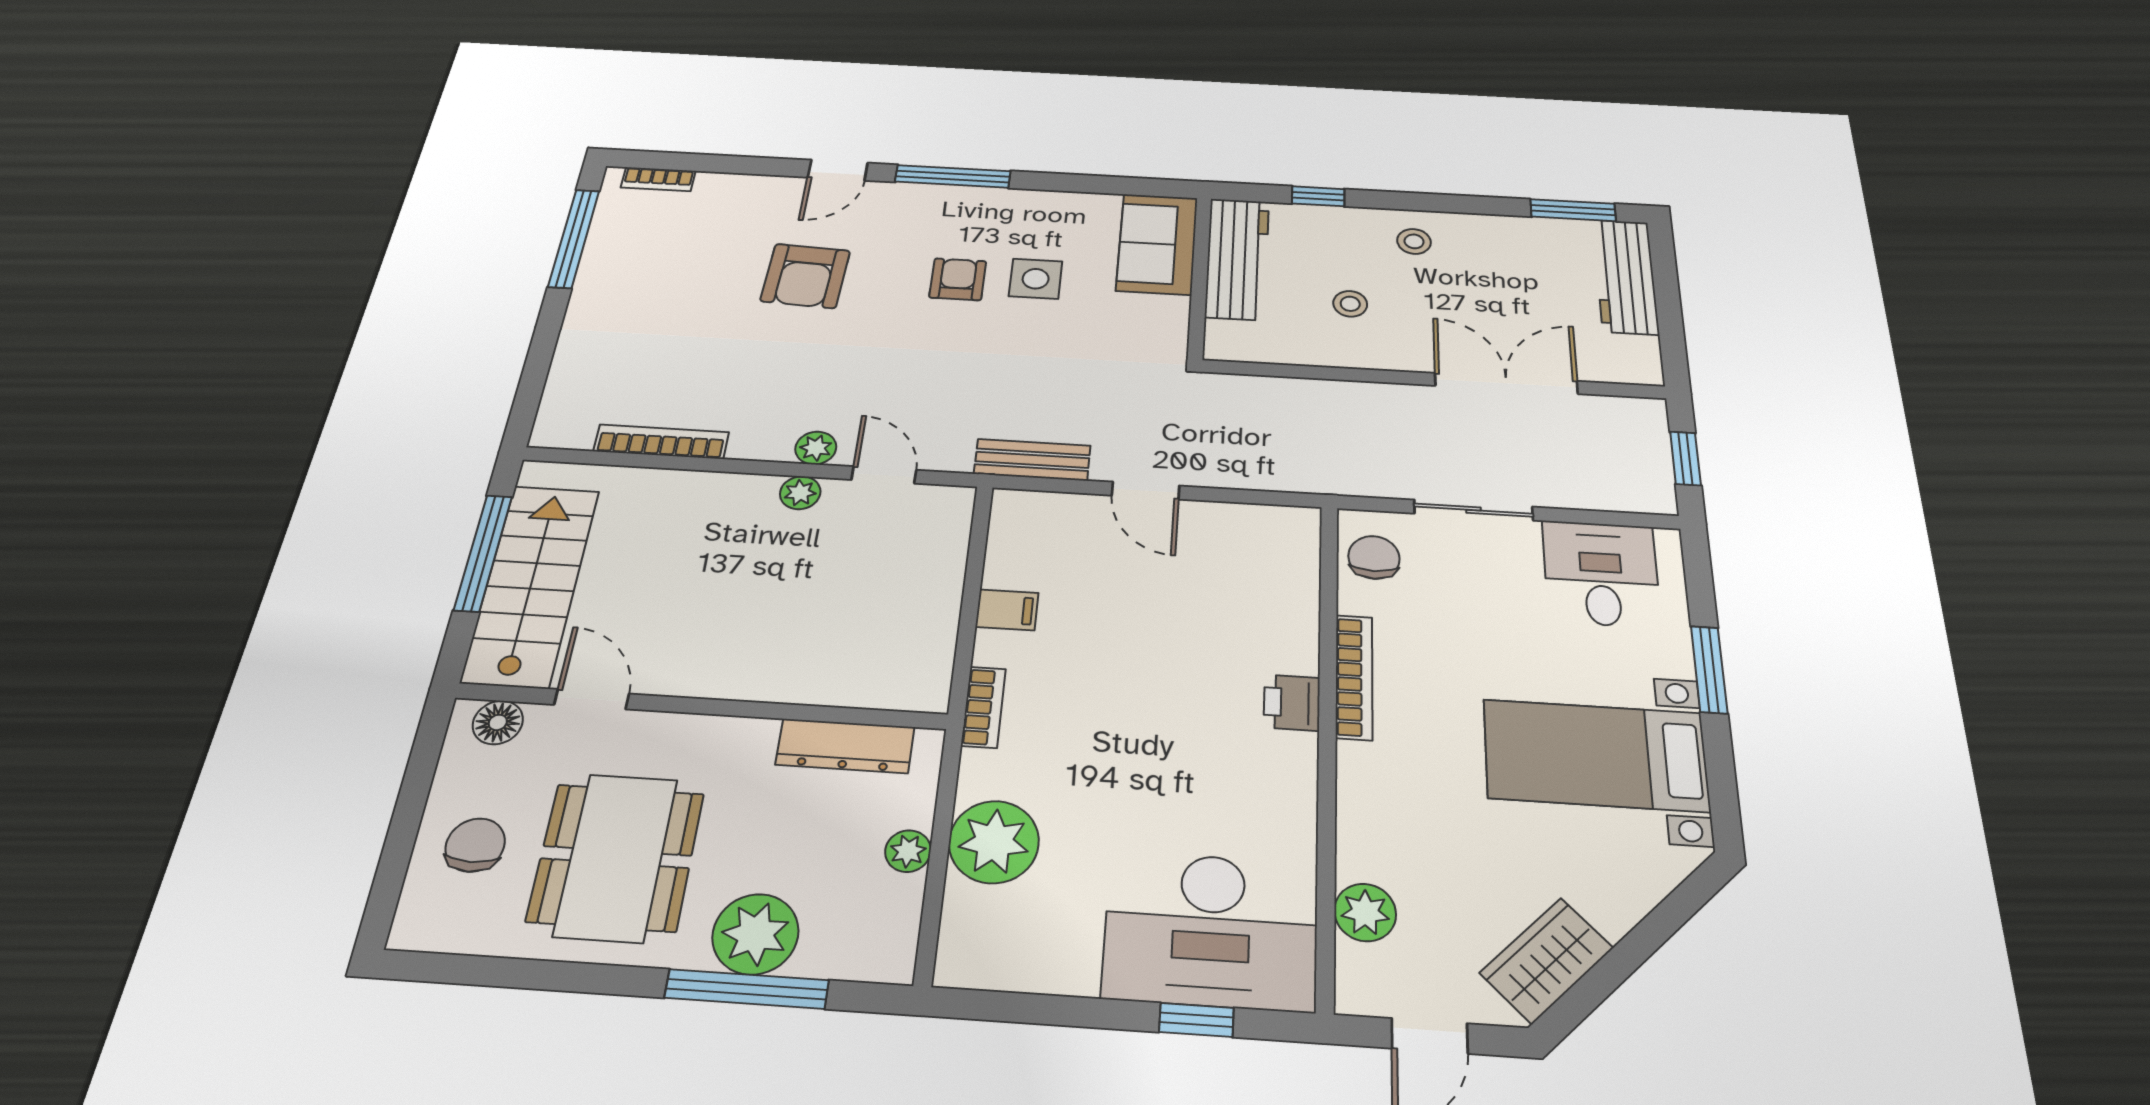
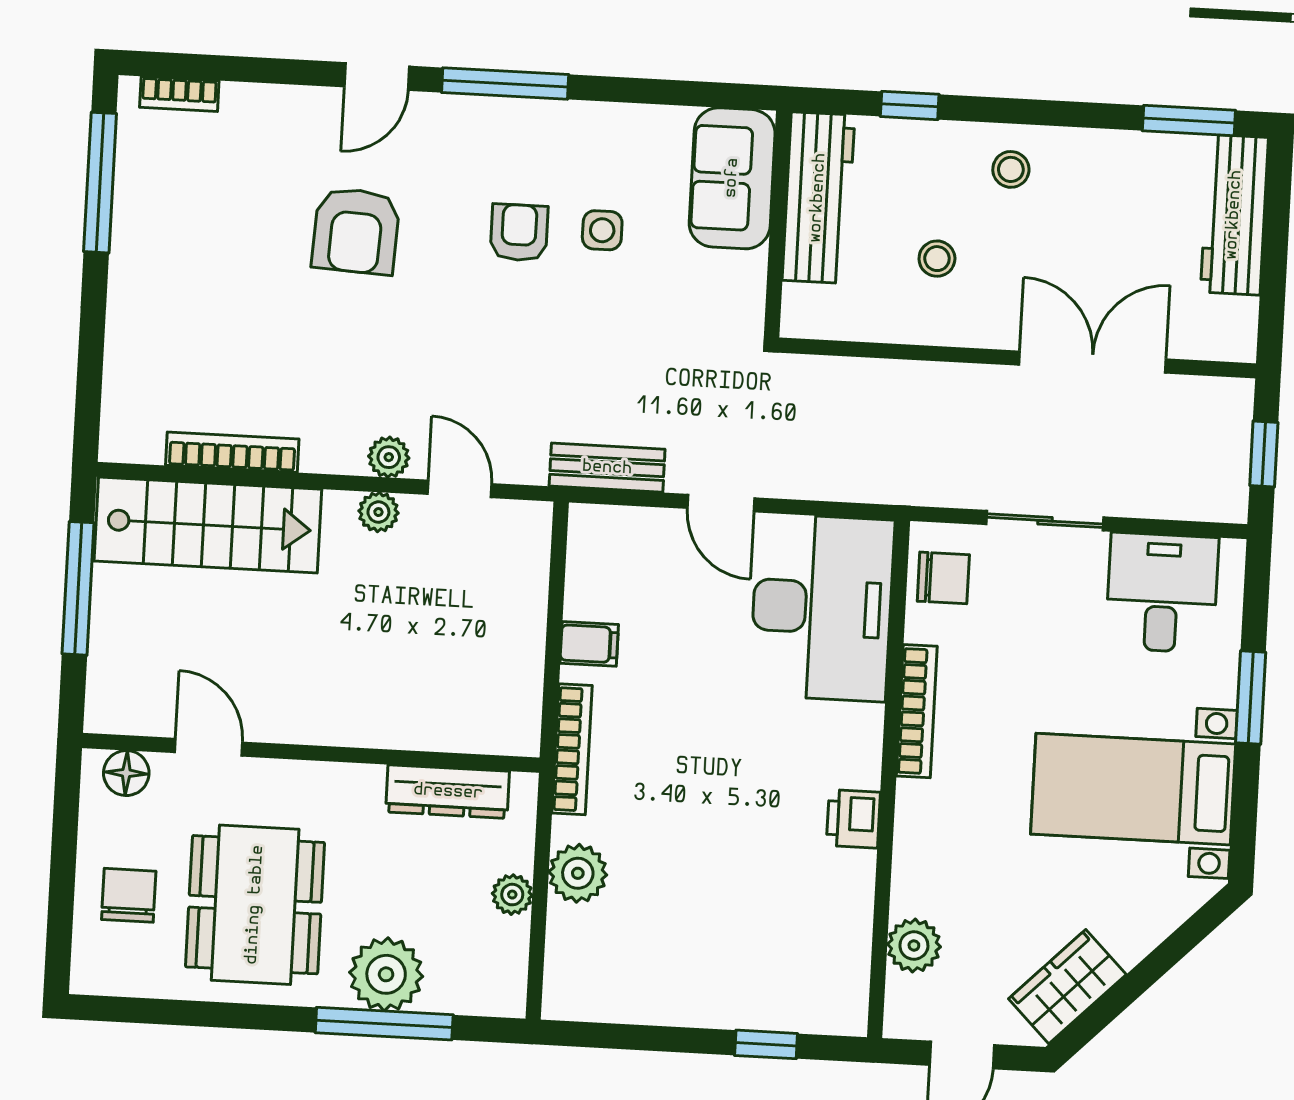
side table: (1036, 279) -> (602, 230), width x0.73, depth x0.73
chair: (1374, 557) -> (943, 578), turned 90
stairs: (531, 585) -> (208, 525), moved, turned 90
printer: (1292, 703) -> (853, 819), moved
bookcase: (983, 707) -> (572, 749), width x1.56
plant: (994, 842) -> (578, 873), width x0.73, depth x0.73
desk: (1211, 930) -> (822, 608), moved, turned -90

